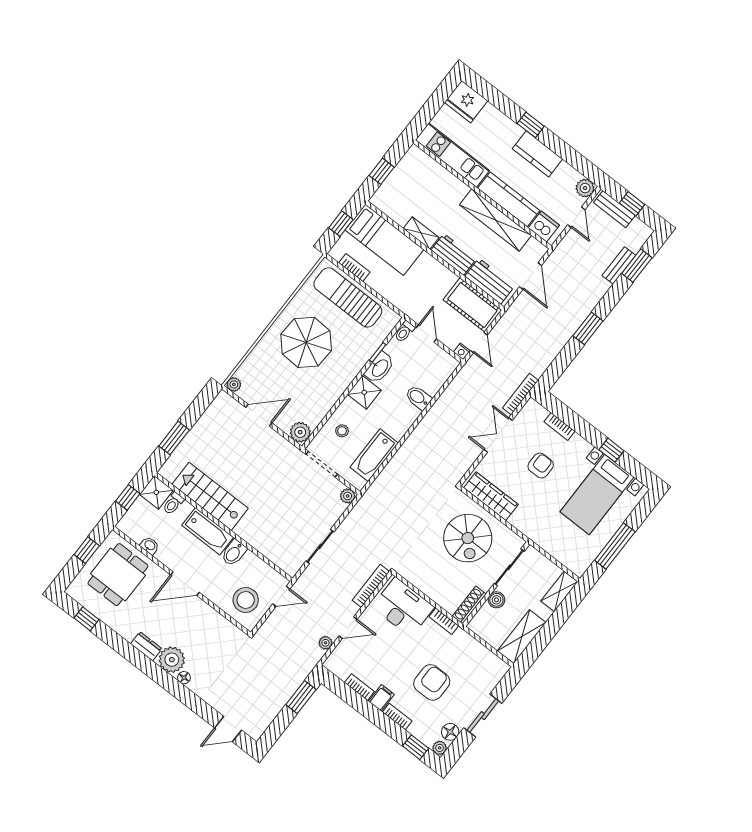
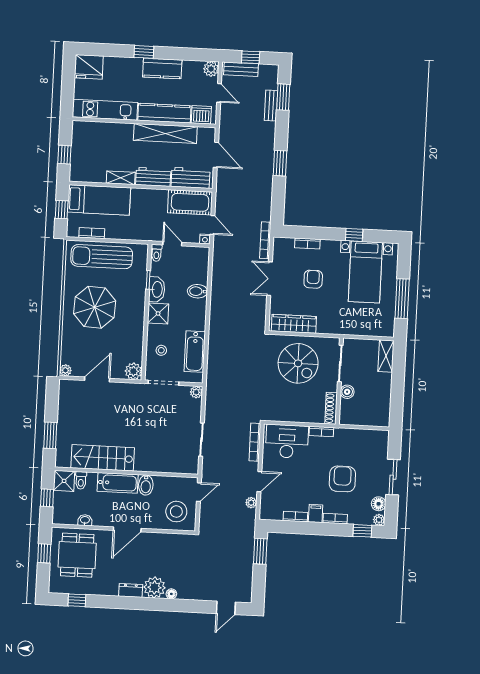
shelving: (522, 637) -> (382, 405), removed

